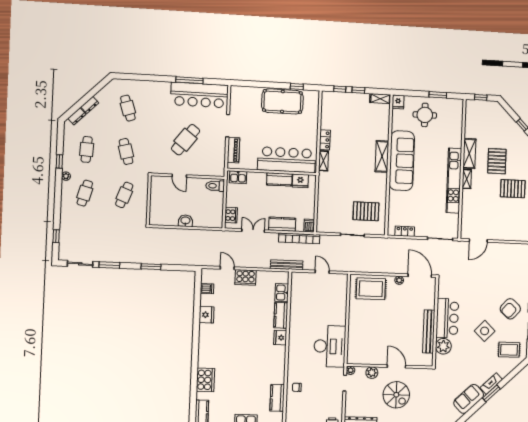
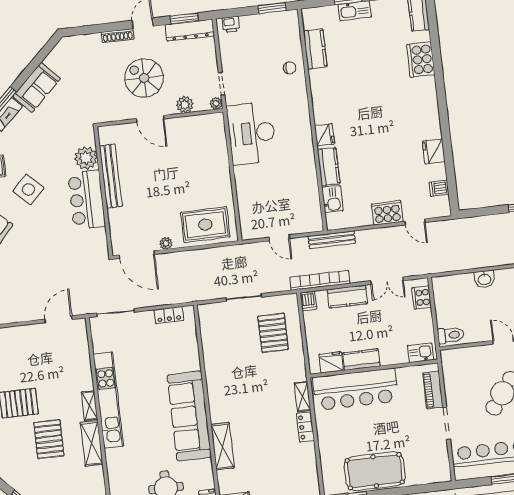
shelving: (382, 156) -> (223, 446), moved
pallet: (366, 211) -> (273, 333), moved, turned 90

